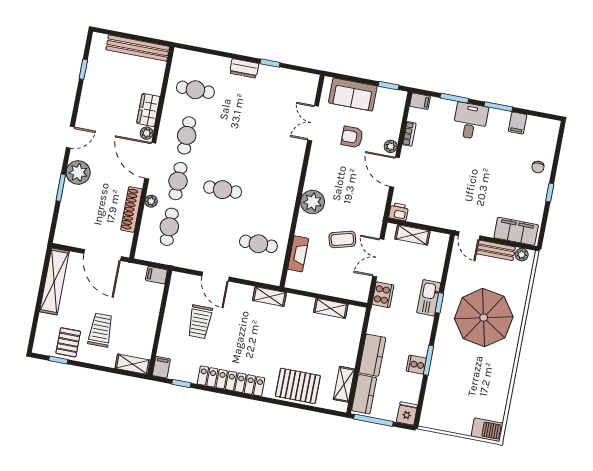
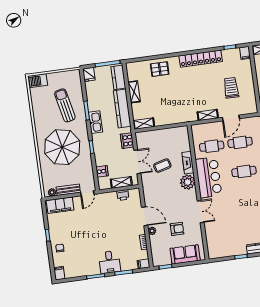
double door: (313, 123) -> (201, 212), moved
filing cabinet: (518, 123) -> (59, 273), moved
bar counter: (279, 198) -> (209, 177), added
printer: (399, 212) -> (123, 195), moved
cafe table: (214, 235) -> (240, 142), added
door: (469, 236) -> (87, 193), swing flipped
fireplace: (298, 254) -> (188, 163), moved
door: (215, 276) -> (231, 118), swing flipped
shelving: (270, 297) -> (208, 115), moved
kitchen sink: (429, 298) -> (95, 122), moved
shelving: (331, 308) -> (144, 124), moved
kitchen counter: (372, 355) -> (122, 109), width x1.50
cooker: (416, 365) -> (102, 171), moved
sun lounger: (459, 379) -> (65, 105), added
shelving: (344, 384) -> (134, 92), moved
pallet: (298, 386) -> (160, 69), width x0.67, depth x0.71

